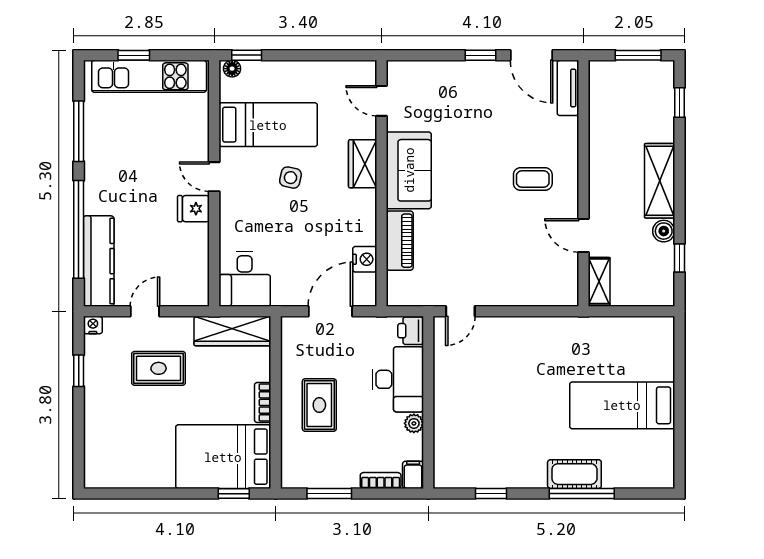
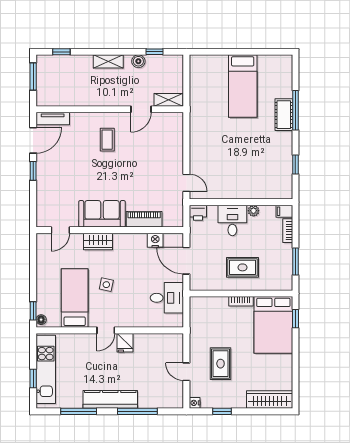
shelving: (660, 181) -> (108, 61), width x0.67, depth x0.75
window: (79, 229) -> (137, 411), width x0.68
kitchen counter: (99, 261) -> (110, 399), moved
desk: (245, 279) -> (167, 298), moved
wardrobe: (232, 331) -> (270, 400), moved, turned -90
desk: (398, 379) -> (232, 220), width x0.73

